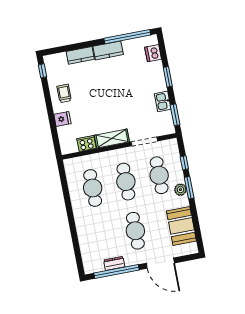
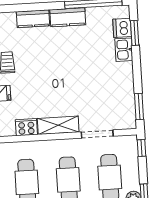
window: (168, 77) -> (135, 33), moved
kitchen sink: (163, 101) -> (124, 50), moved
window: (184, 163) -> (141, 148), moved

